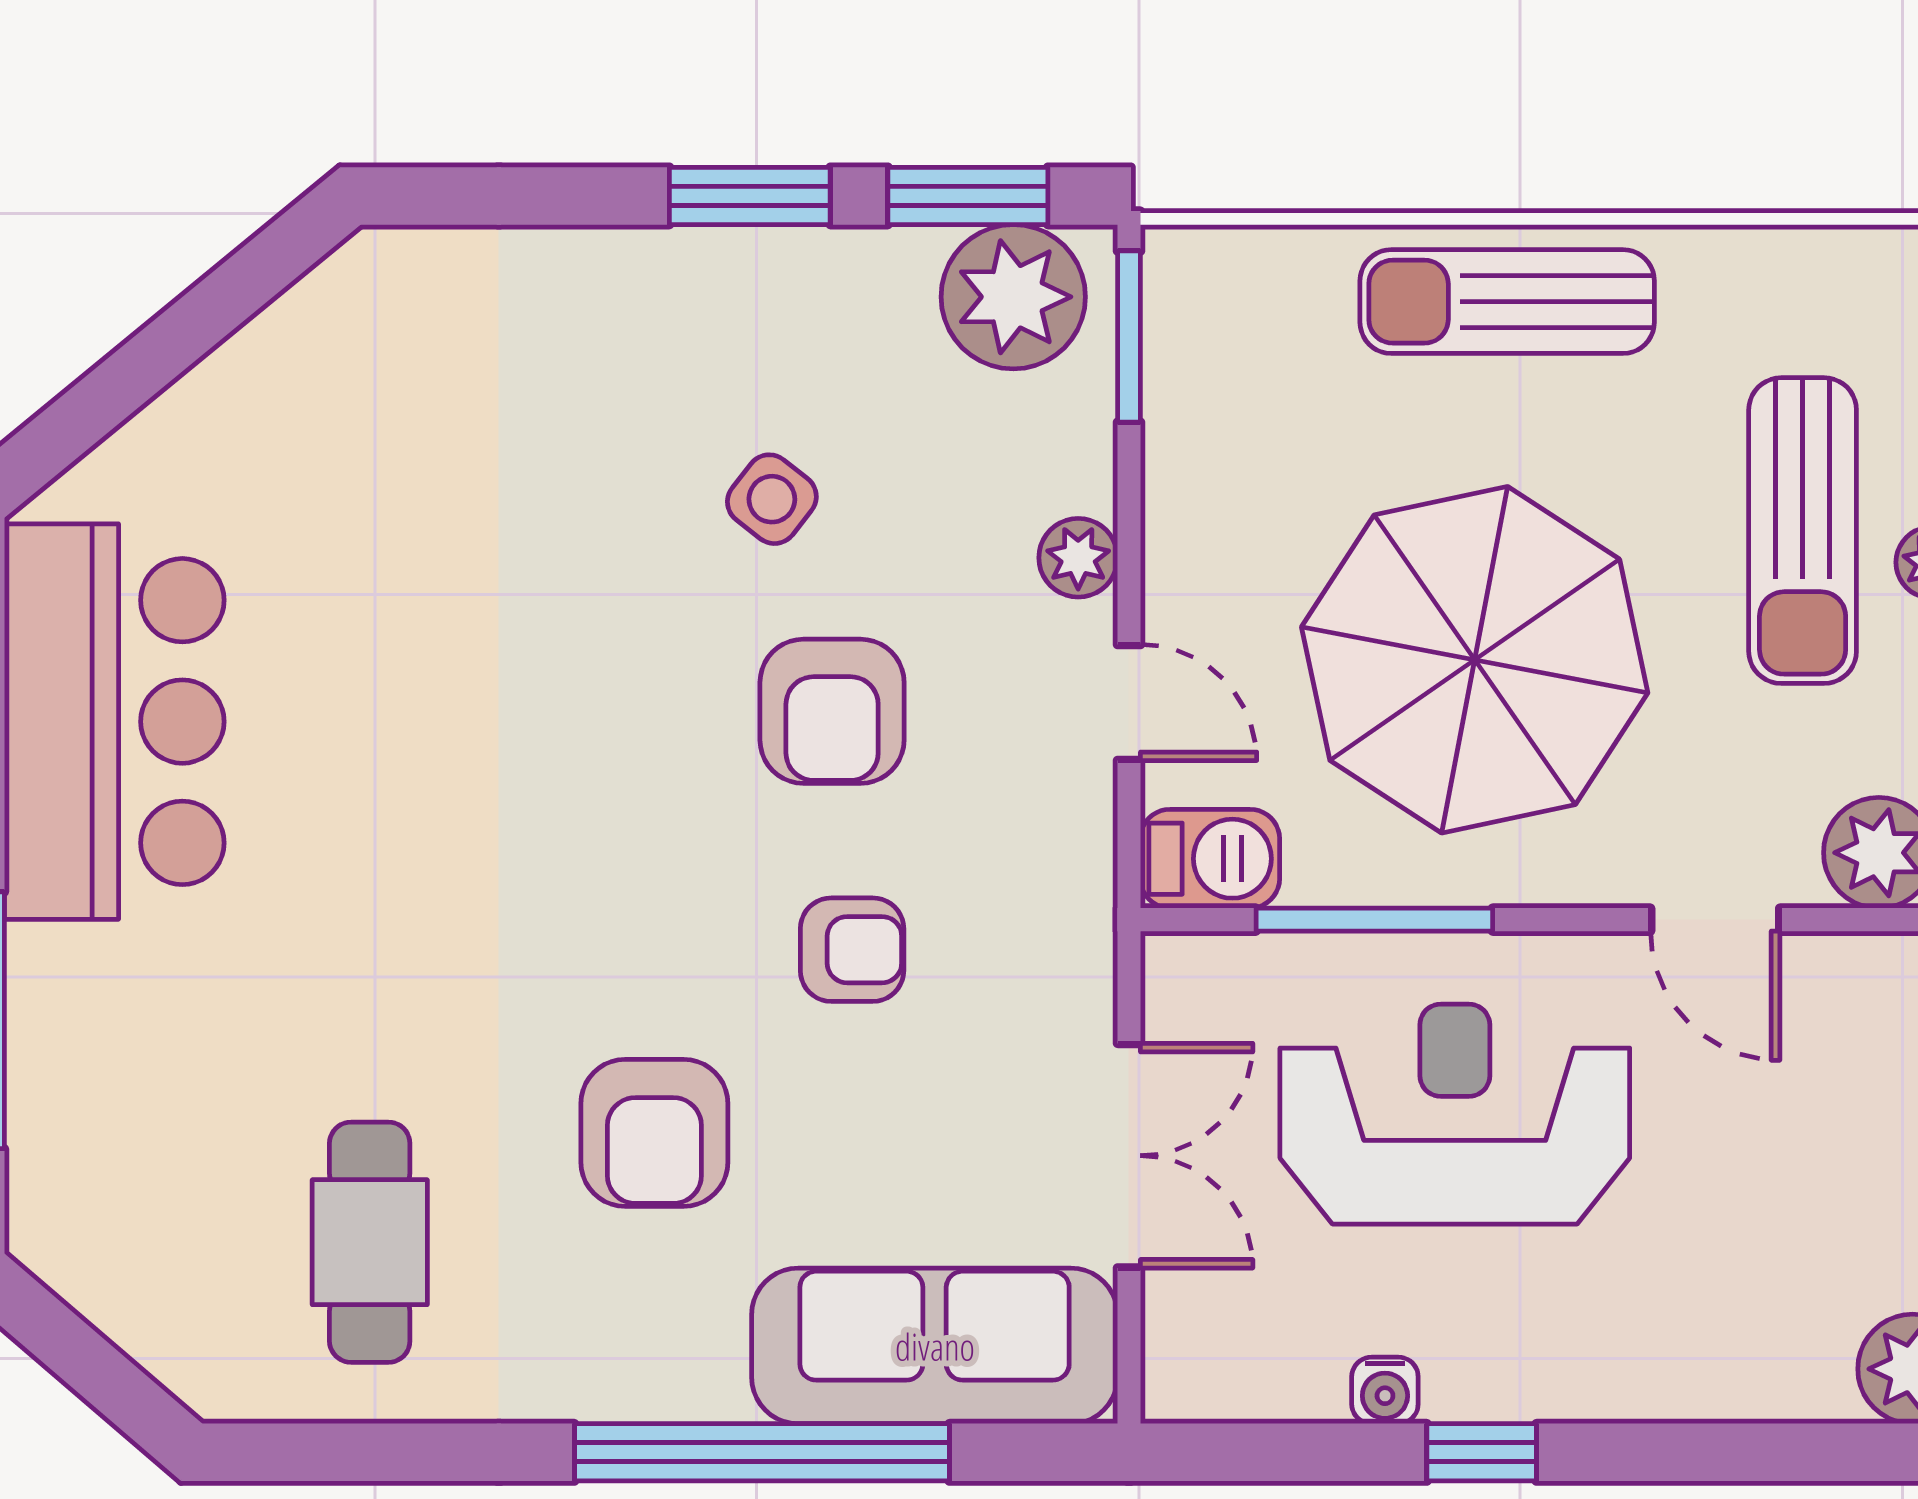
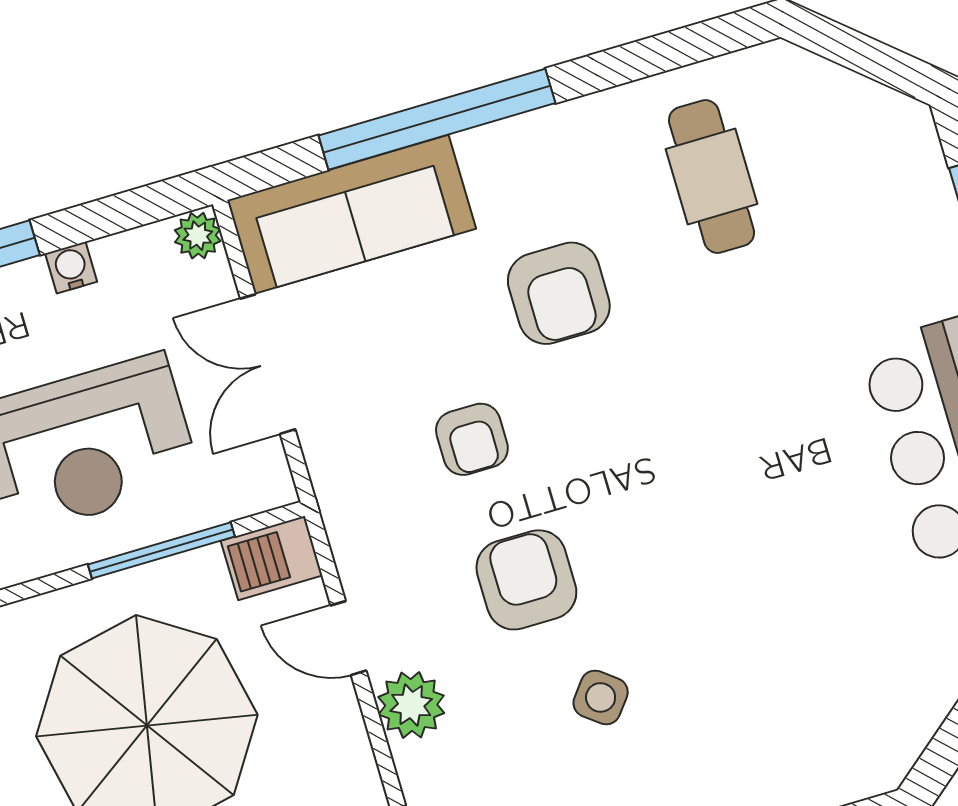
plant: (1078, 558) -> (411, 705), width x1.38, depth x1.38
armchair: (852, 950) -> (472, 439), turned -90
armchair: (654, 1133) -> (559, 293), turned 180
plant: (1178, 1382) -> (198, 236), added

